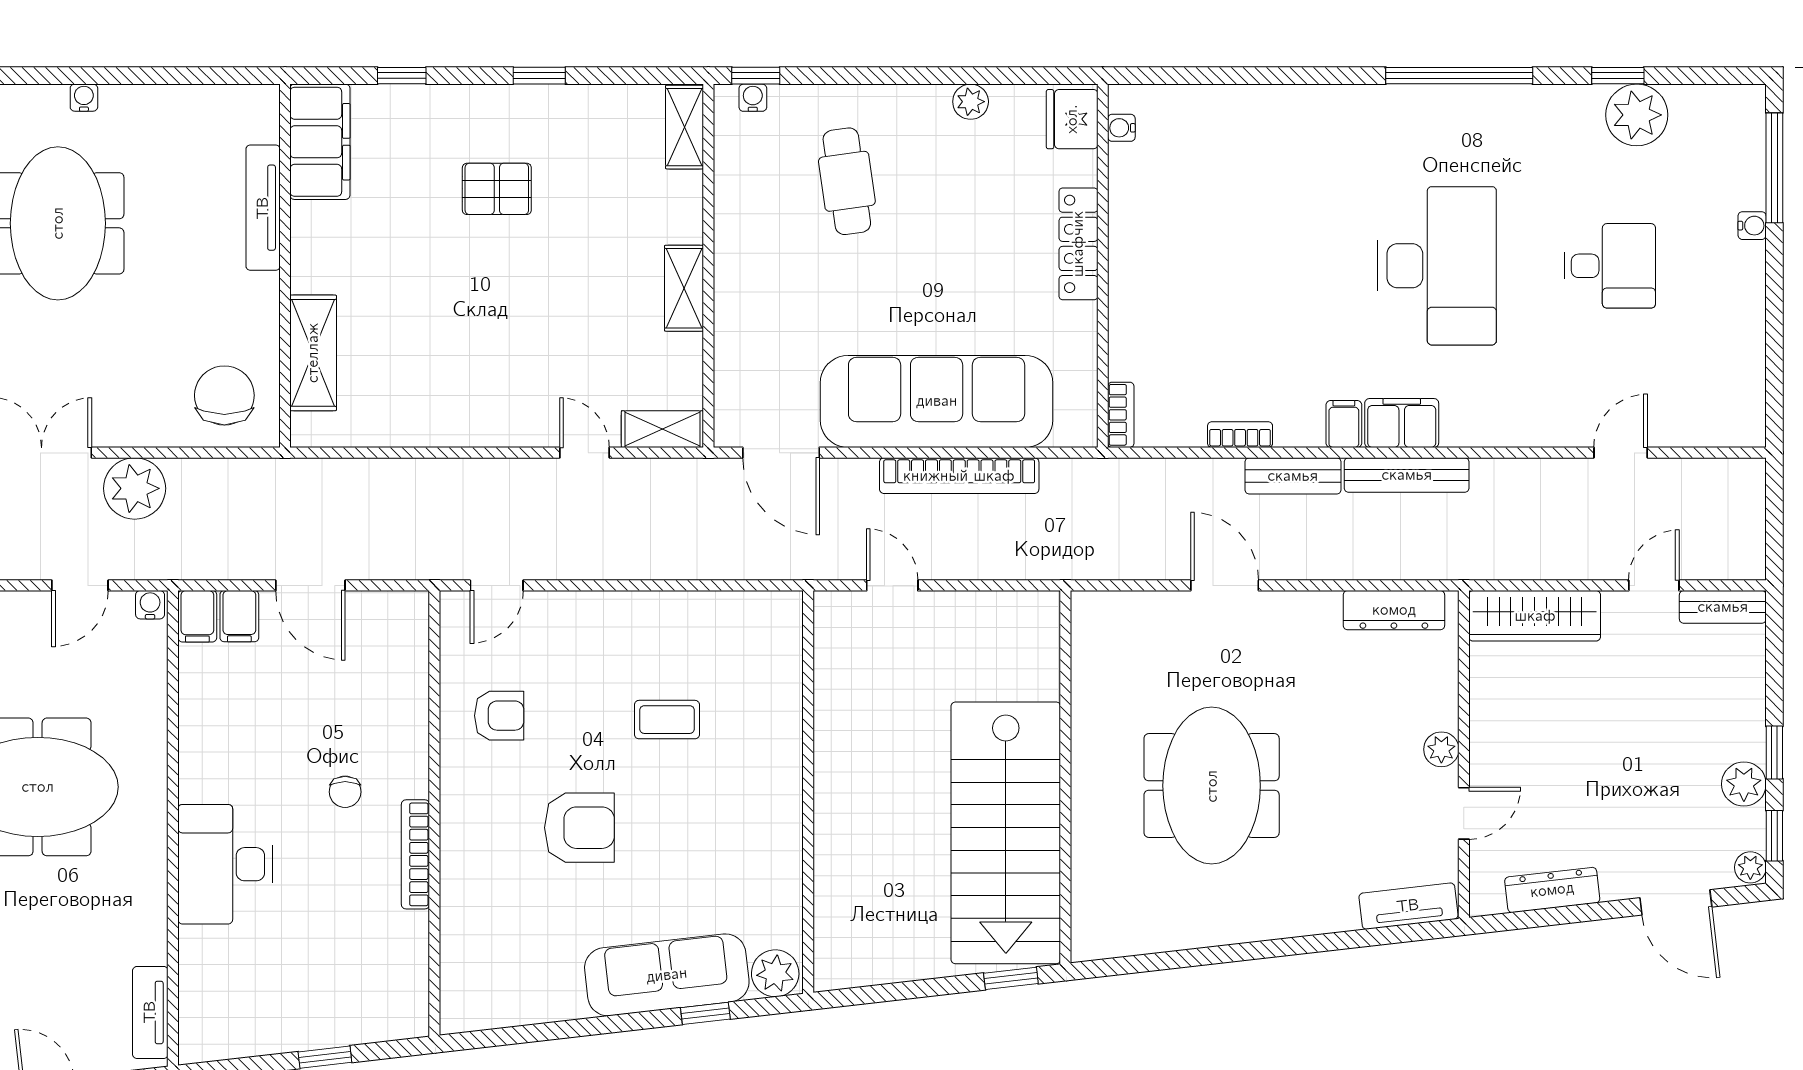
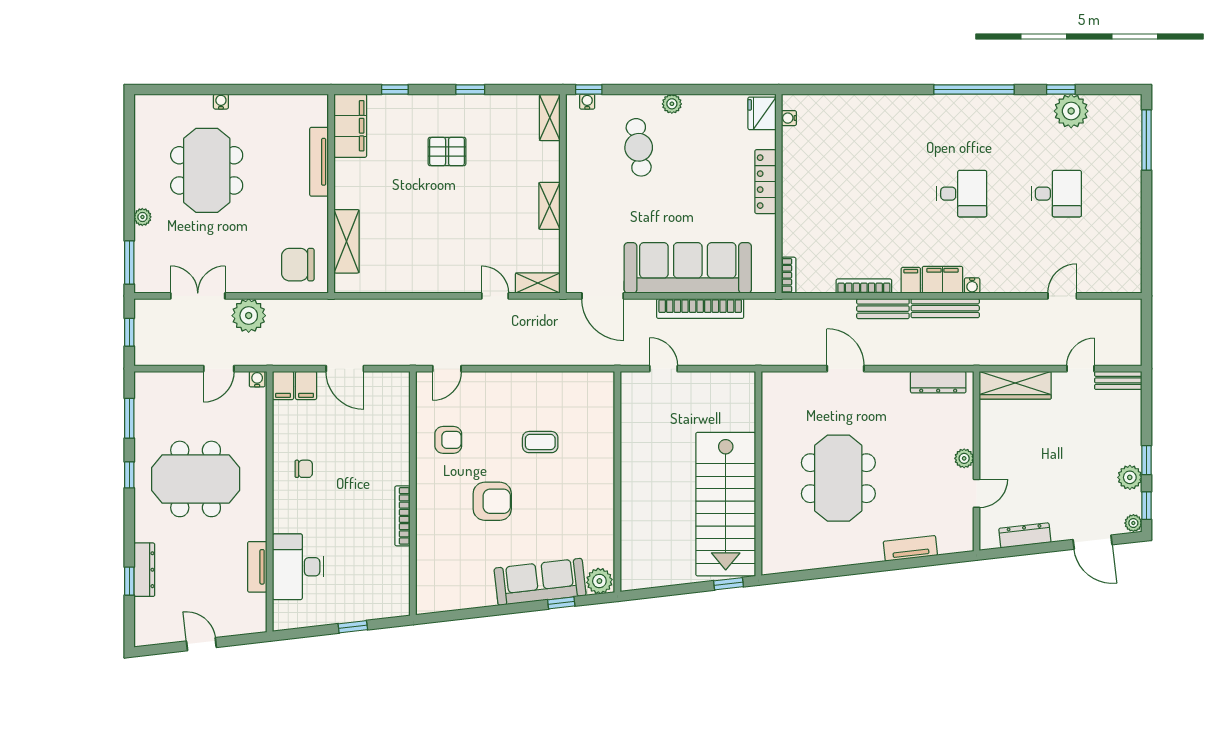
plant: (971, 102) -> (672, 104), moved
water cooler: (1752, 226) -> (972, 285), moved, turned 90
desk: (1437, 266) -> (962, 194), width x0.53, depth x0.77
chair: (224, 395) -> (298, 265), turned -90
bookcase: (1240, 435) -> (864, 286), width x1.56
chair: (345, 792) -> (304, 469), moved, turned -90
desk: (225, 864) -> (298, 567), moved
tv unit: (1408, 906) -> (910, 548), moved
tv unit: (150, 1012) -> (257, 567), moved

